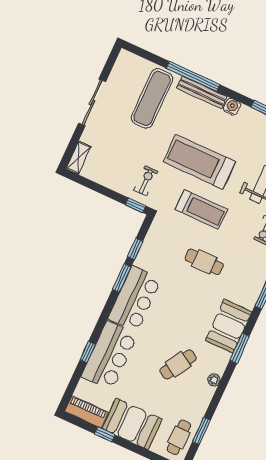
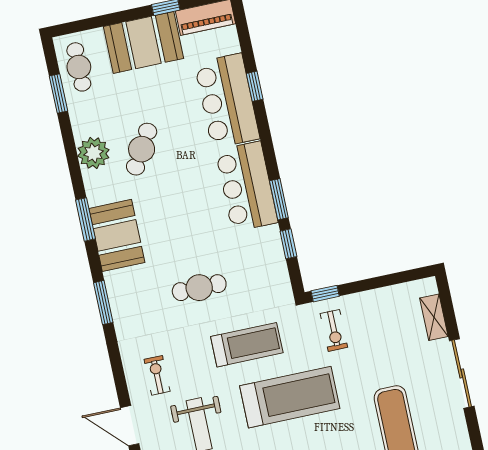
shelving: (79, 158) -> (434, 317), moved
treadmill: (201, 209) -> (247, 345), turned 180
plant: (214, 380) -> (93, 153), width x1.88, depth x1.88

